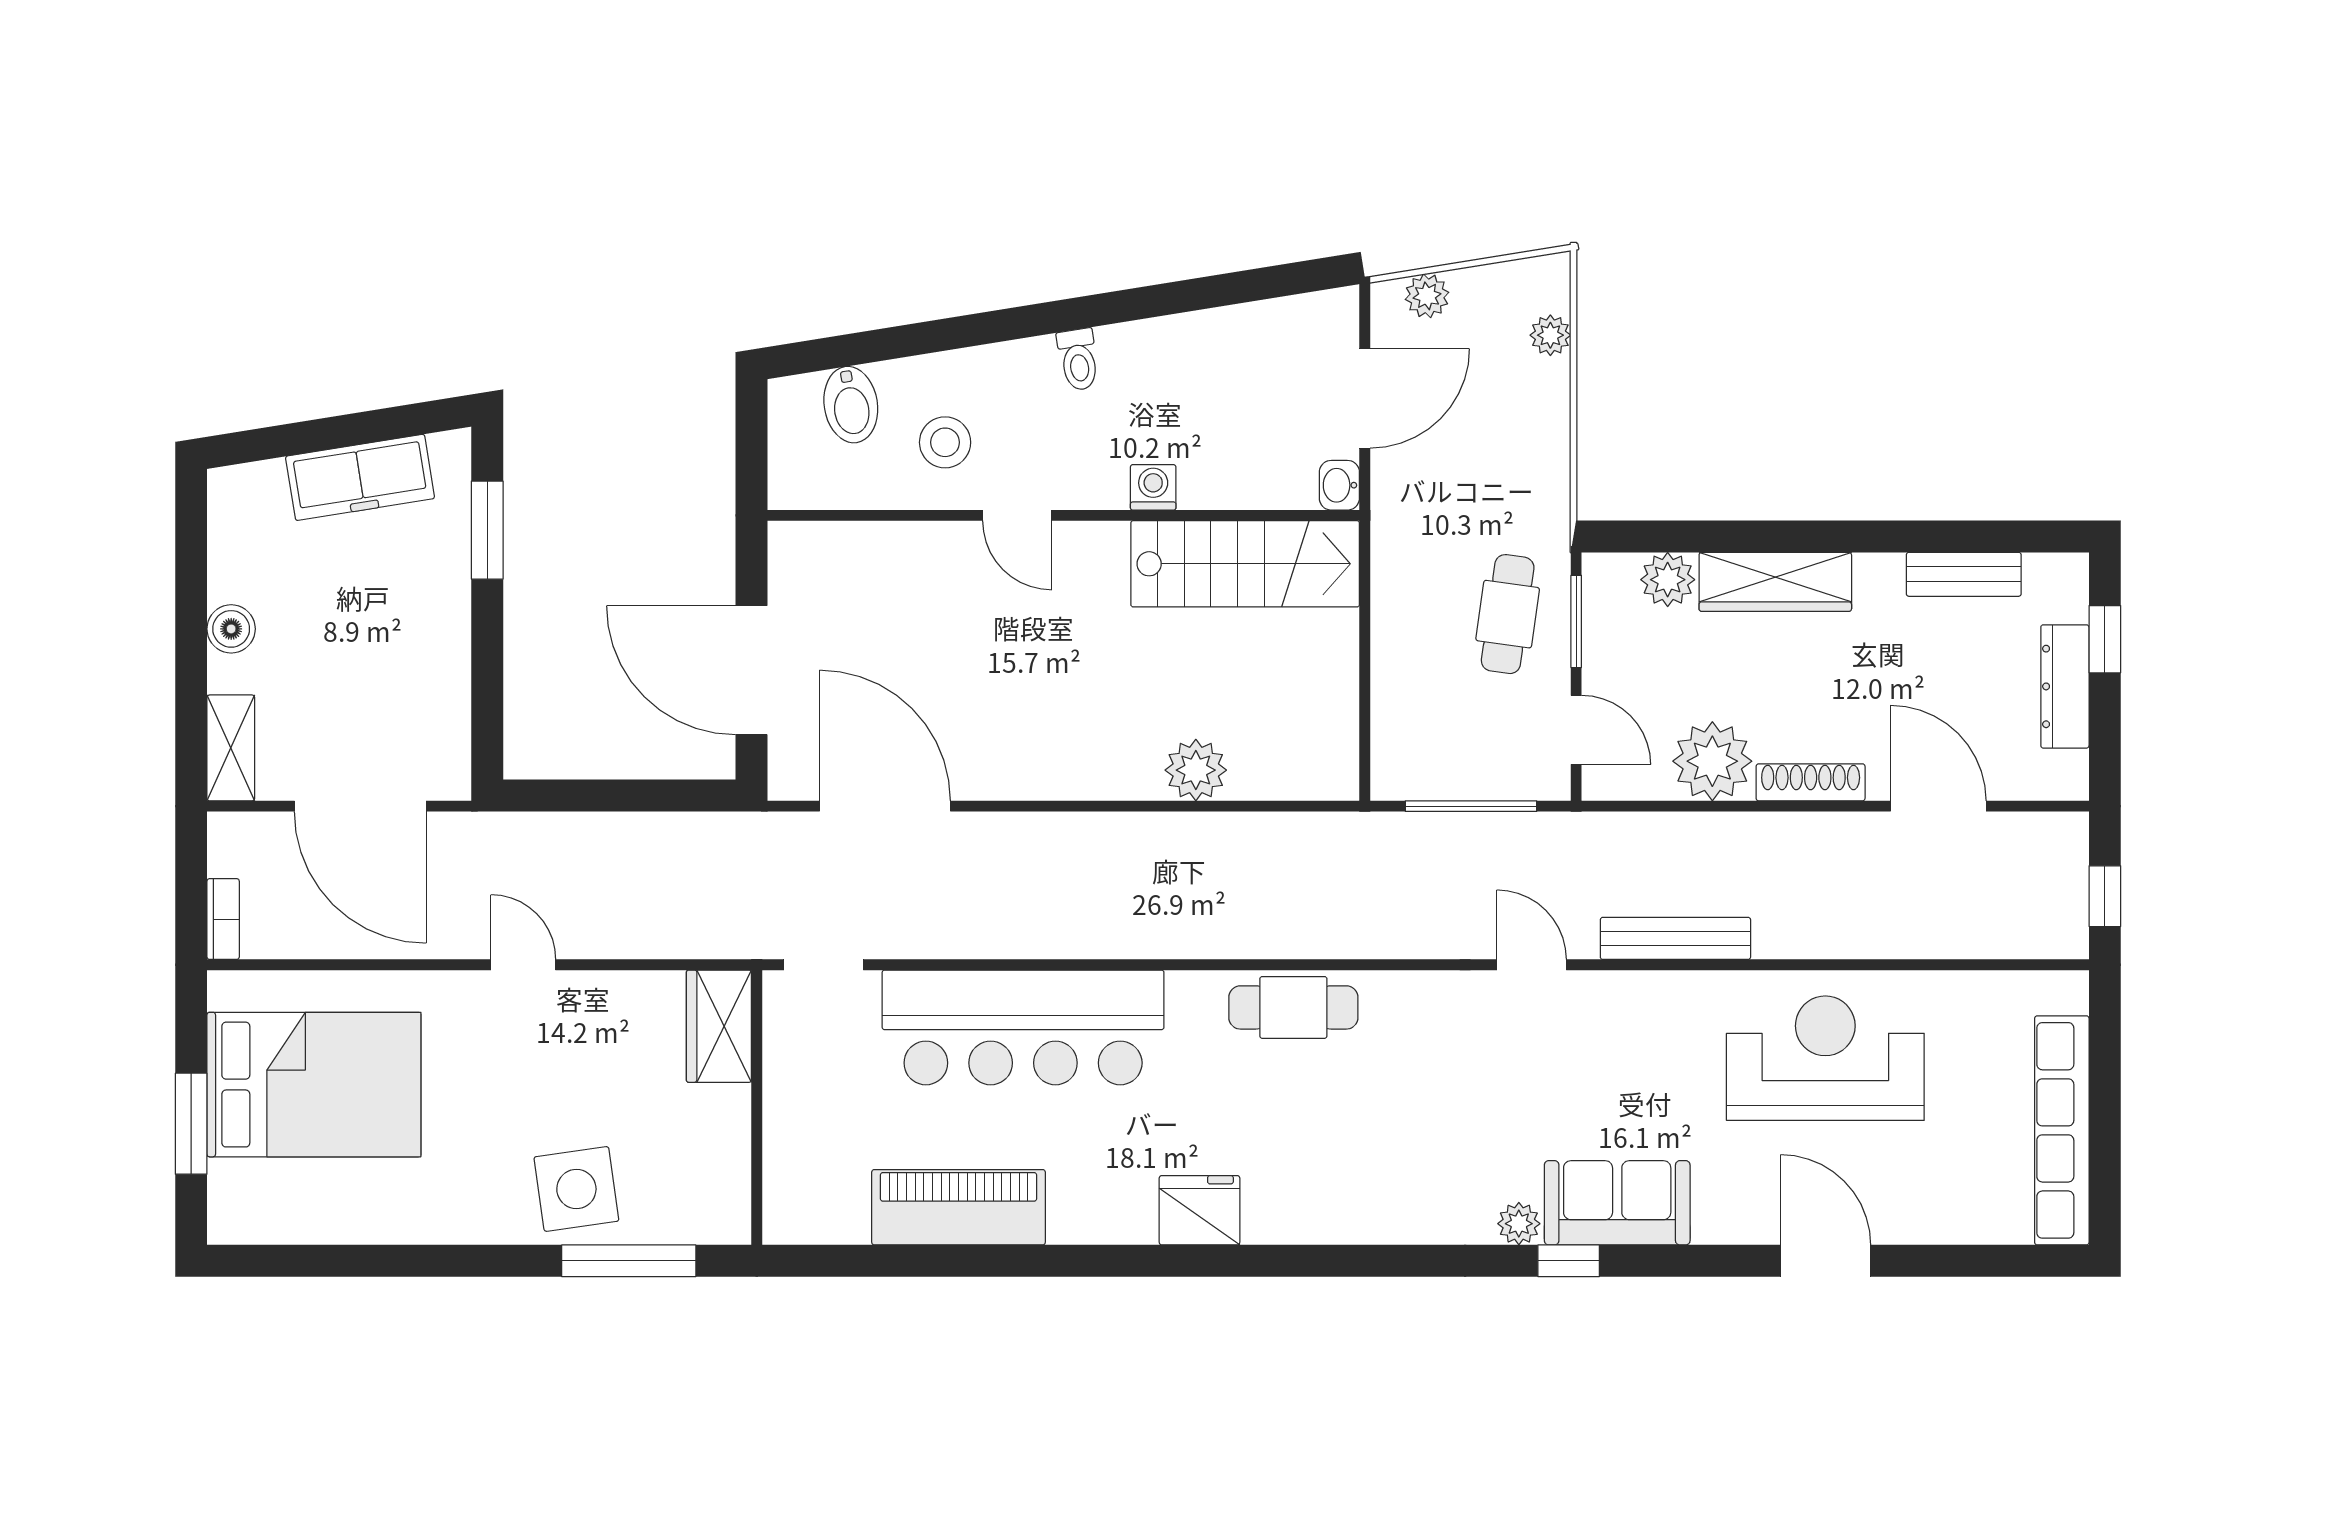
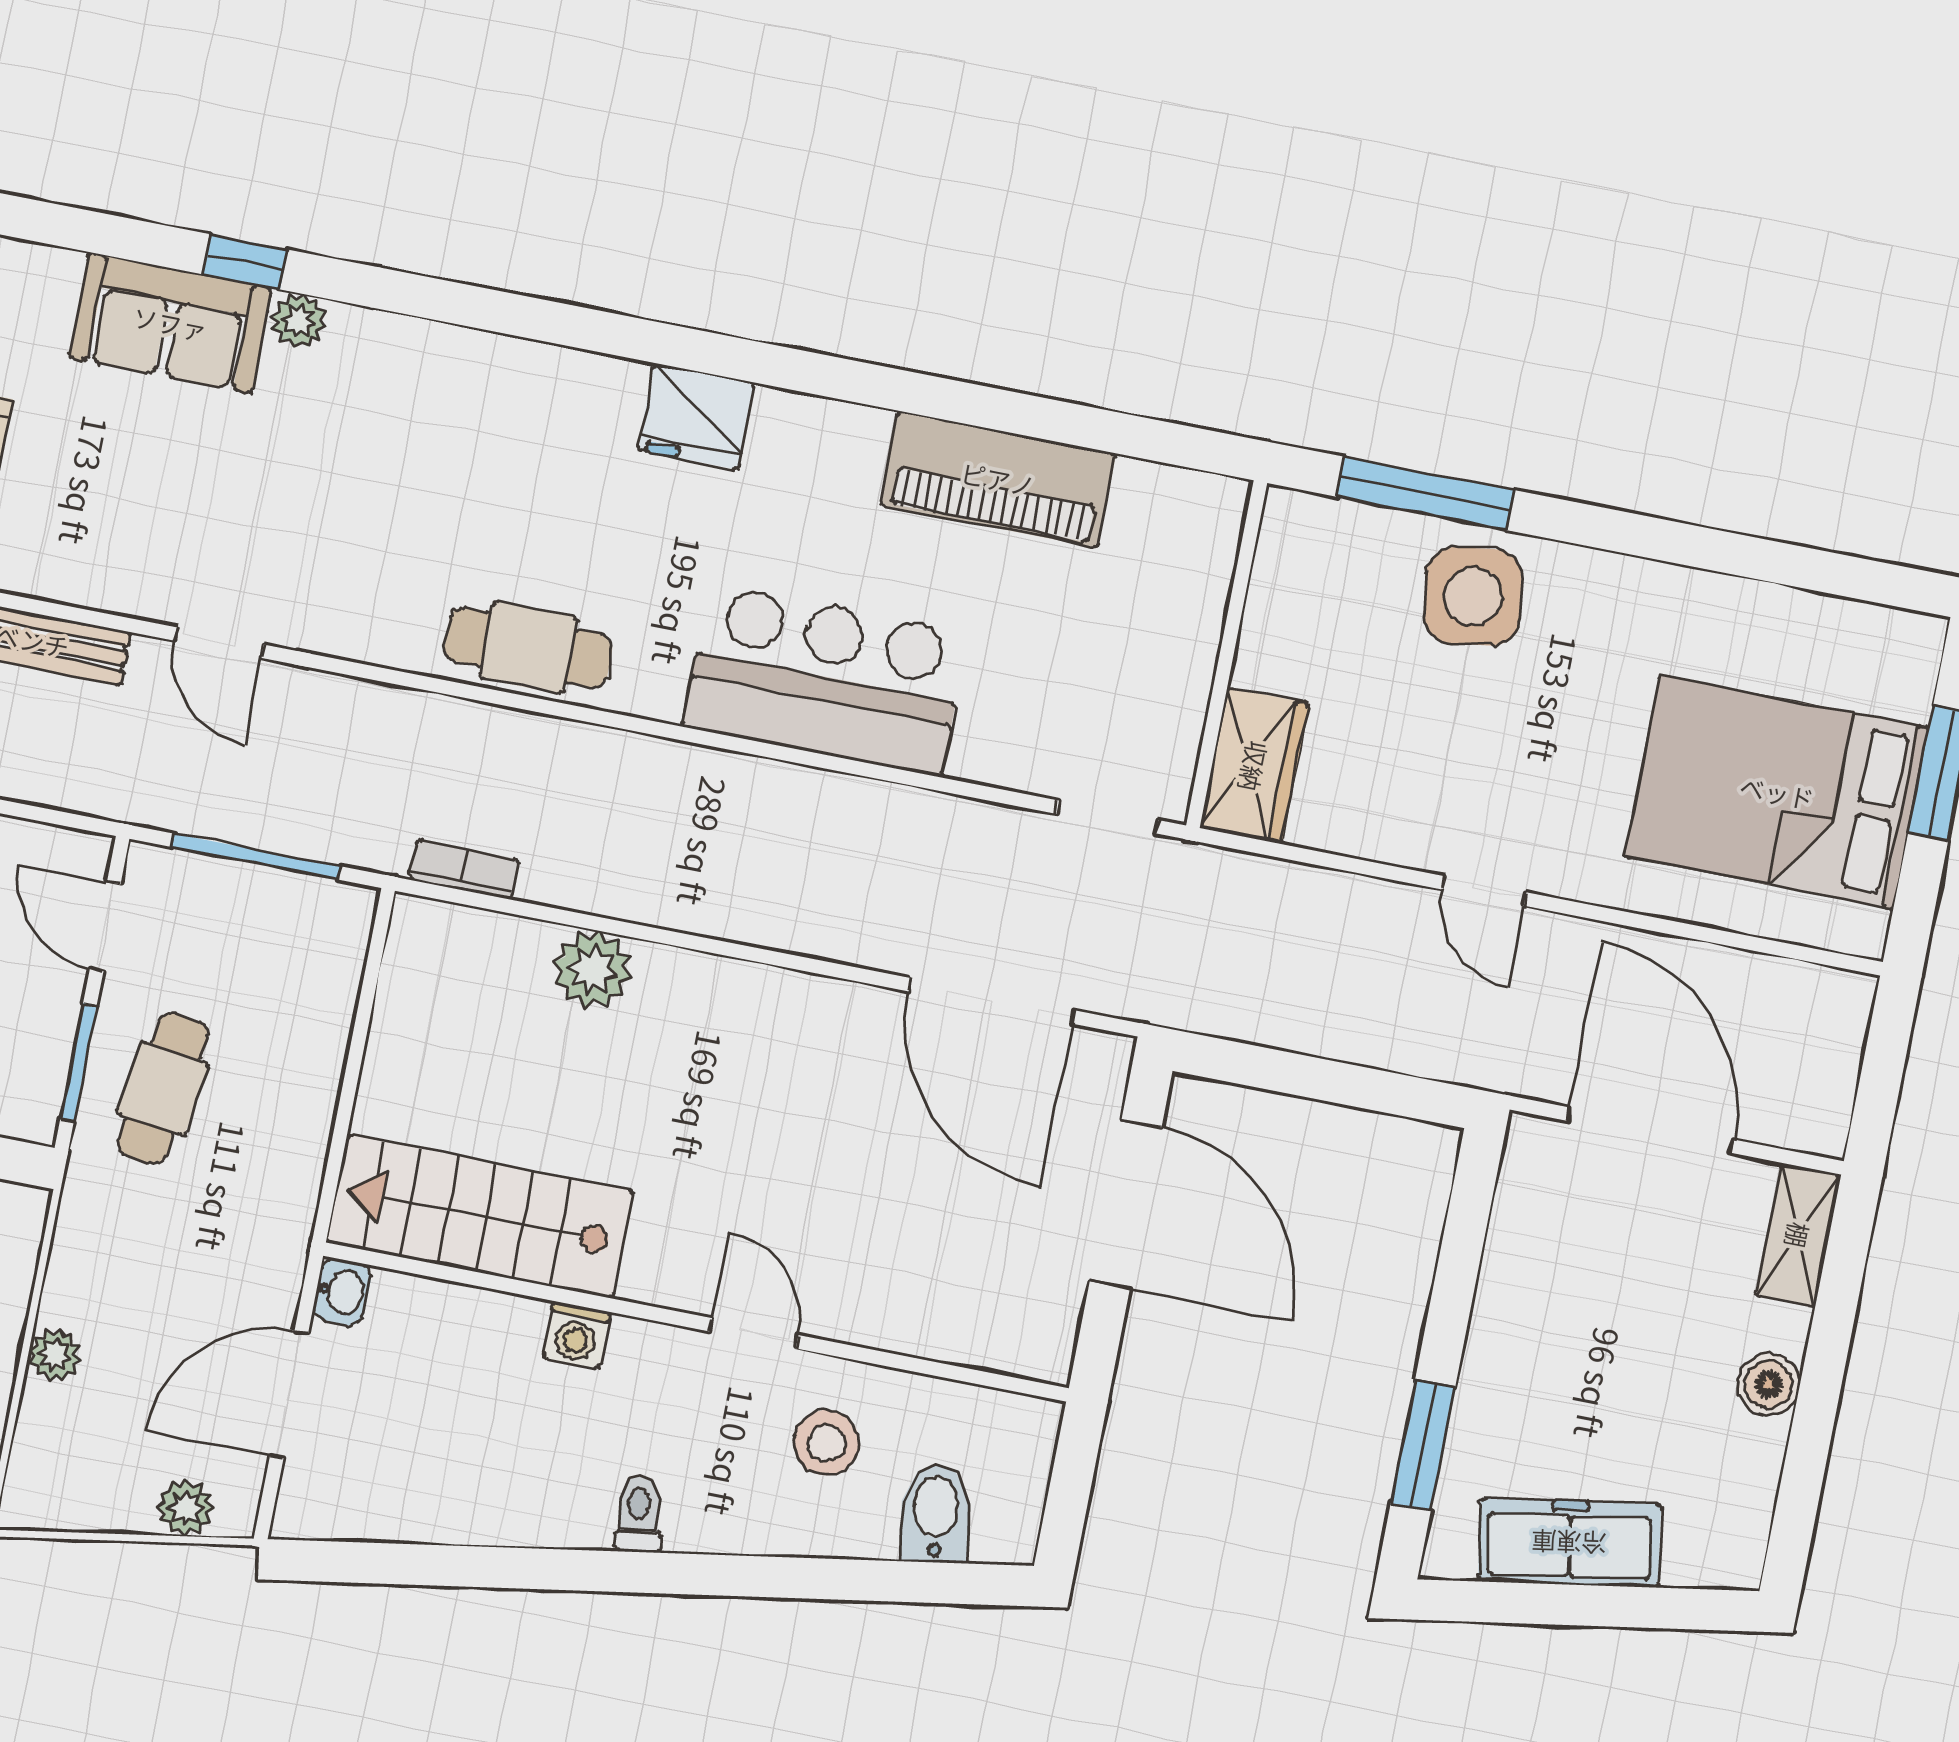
plant: (1550, 335) -> (55, 1355), moved
bookcase: (223, 919) -> (464, 869), moved, turned 90
bar counter: (1023, 1027) -> (826, 680), width x0.73

